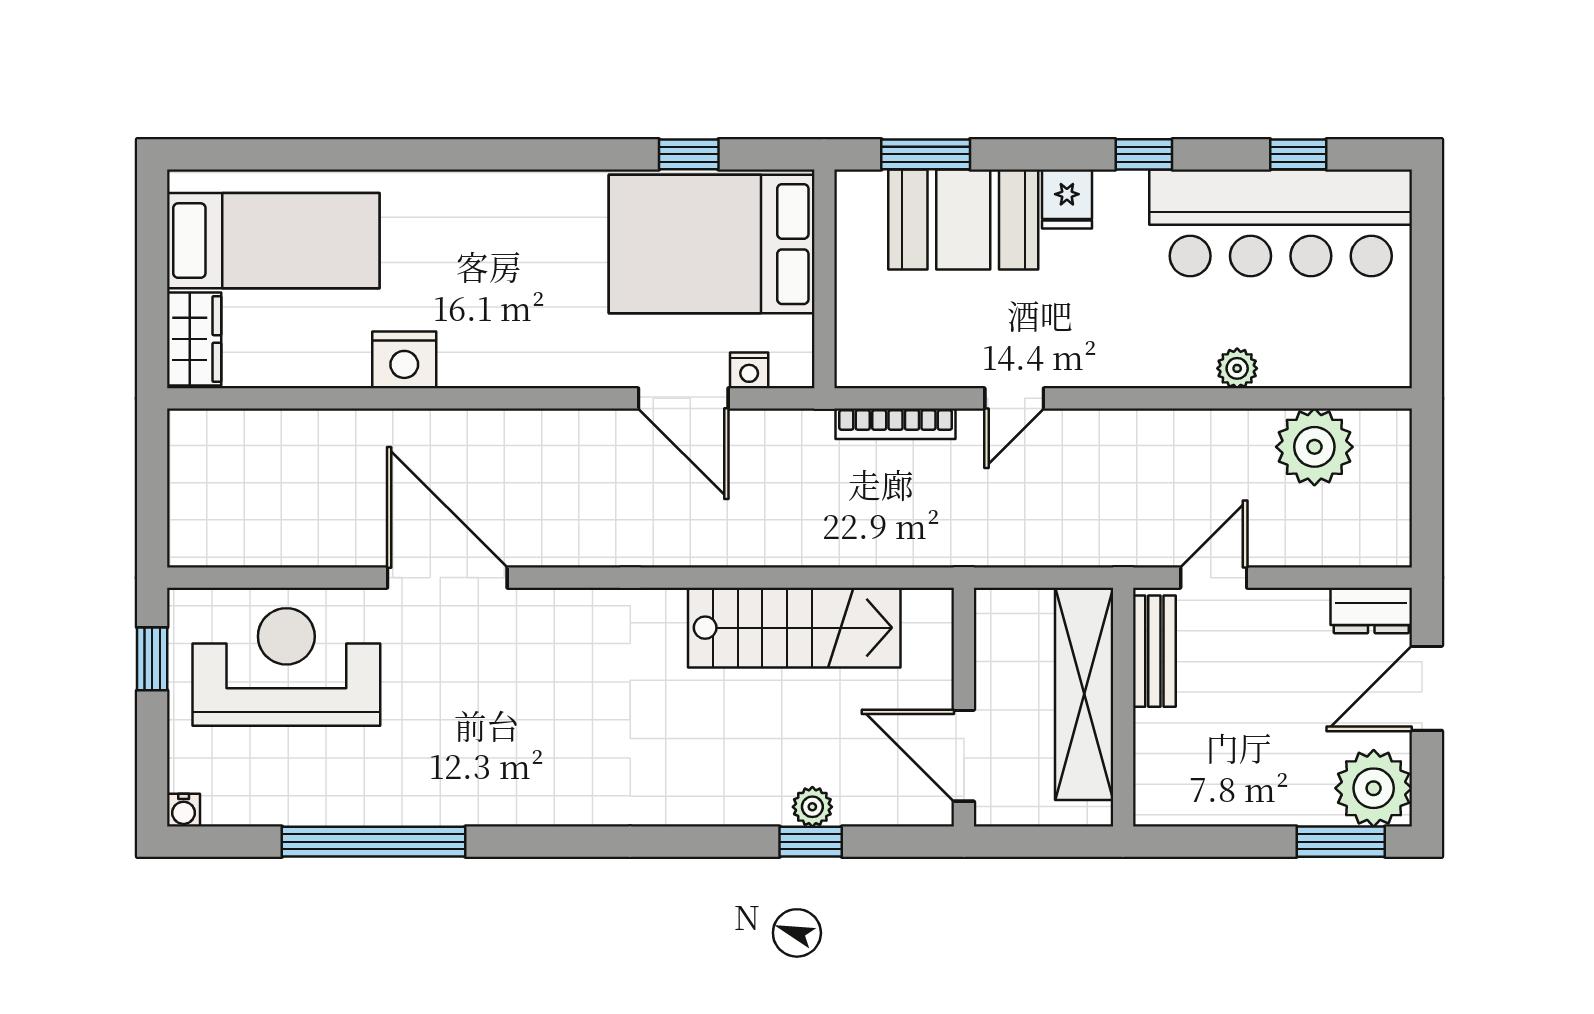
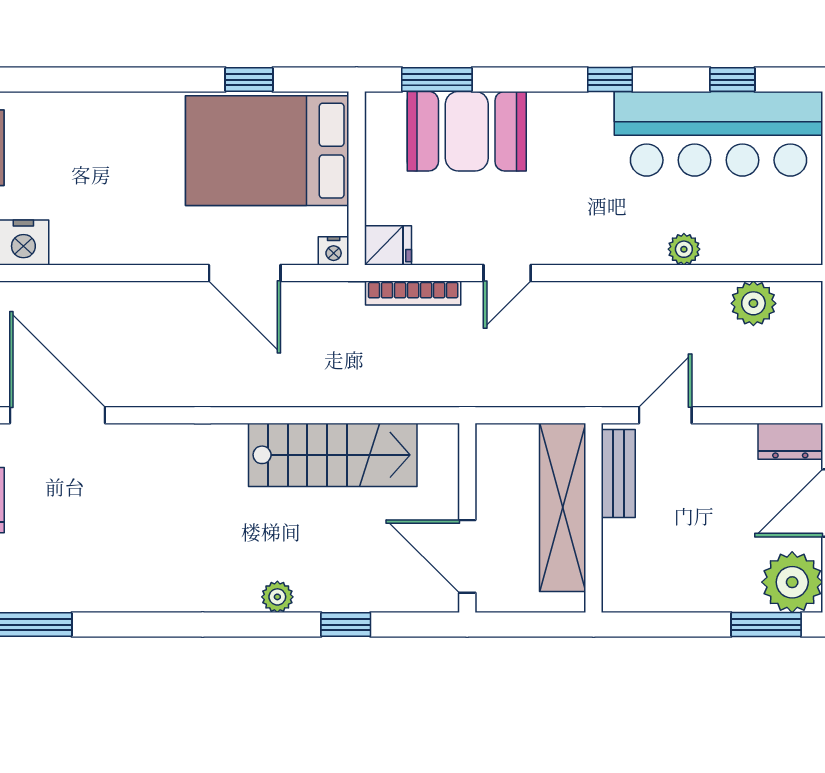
fridge: (1067, 199) -> (388, 245), moved, turned -90
nightstand: (749, 370) -> (334, 251), moved
plant: (1314, 447) -> (753, 303), width x0.73, depth x0.73
plant: (812, 807) -> (277, 597), moved

